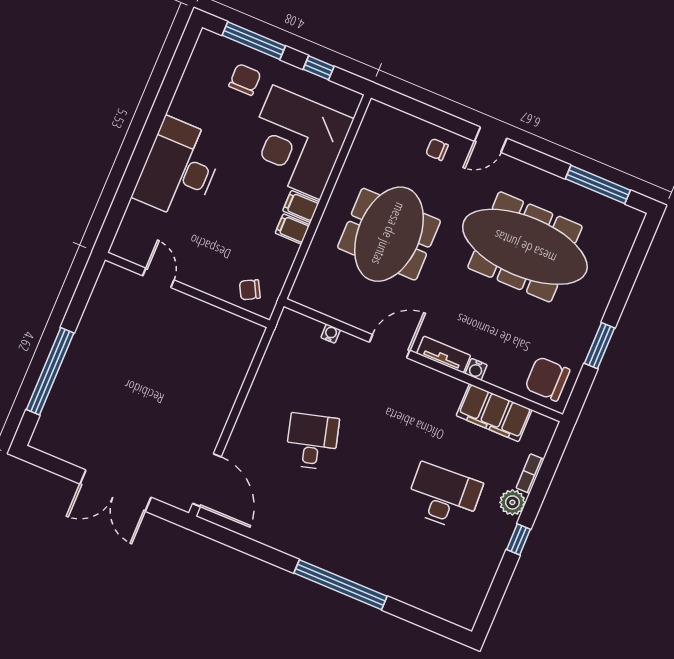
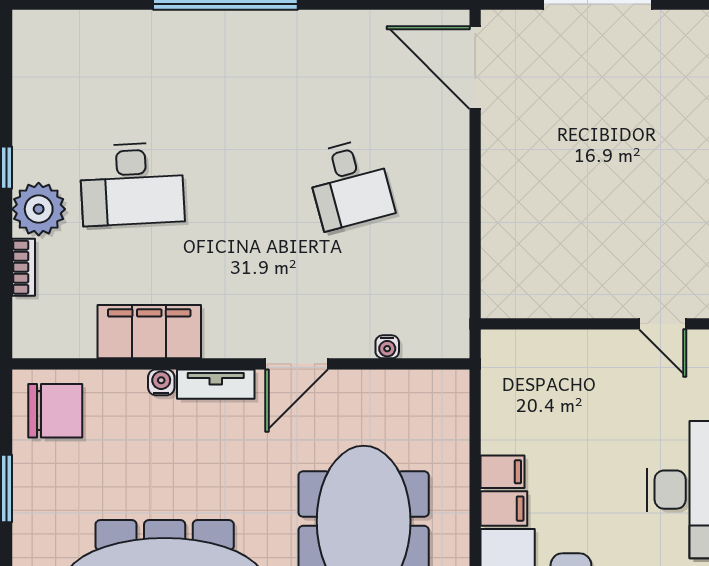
chair: (250, 290) -> (527, 361), removed
filing cabinet: (494, 413) -> (149, 332), moved
plant: (512, 502) -> (39, 209), width x1.36, depth x1.36

